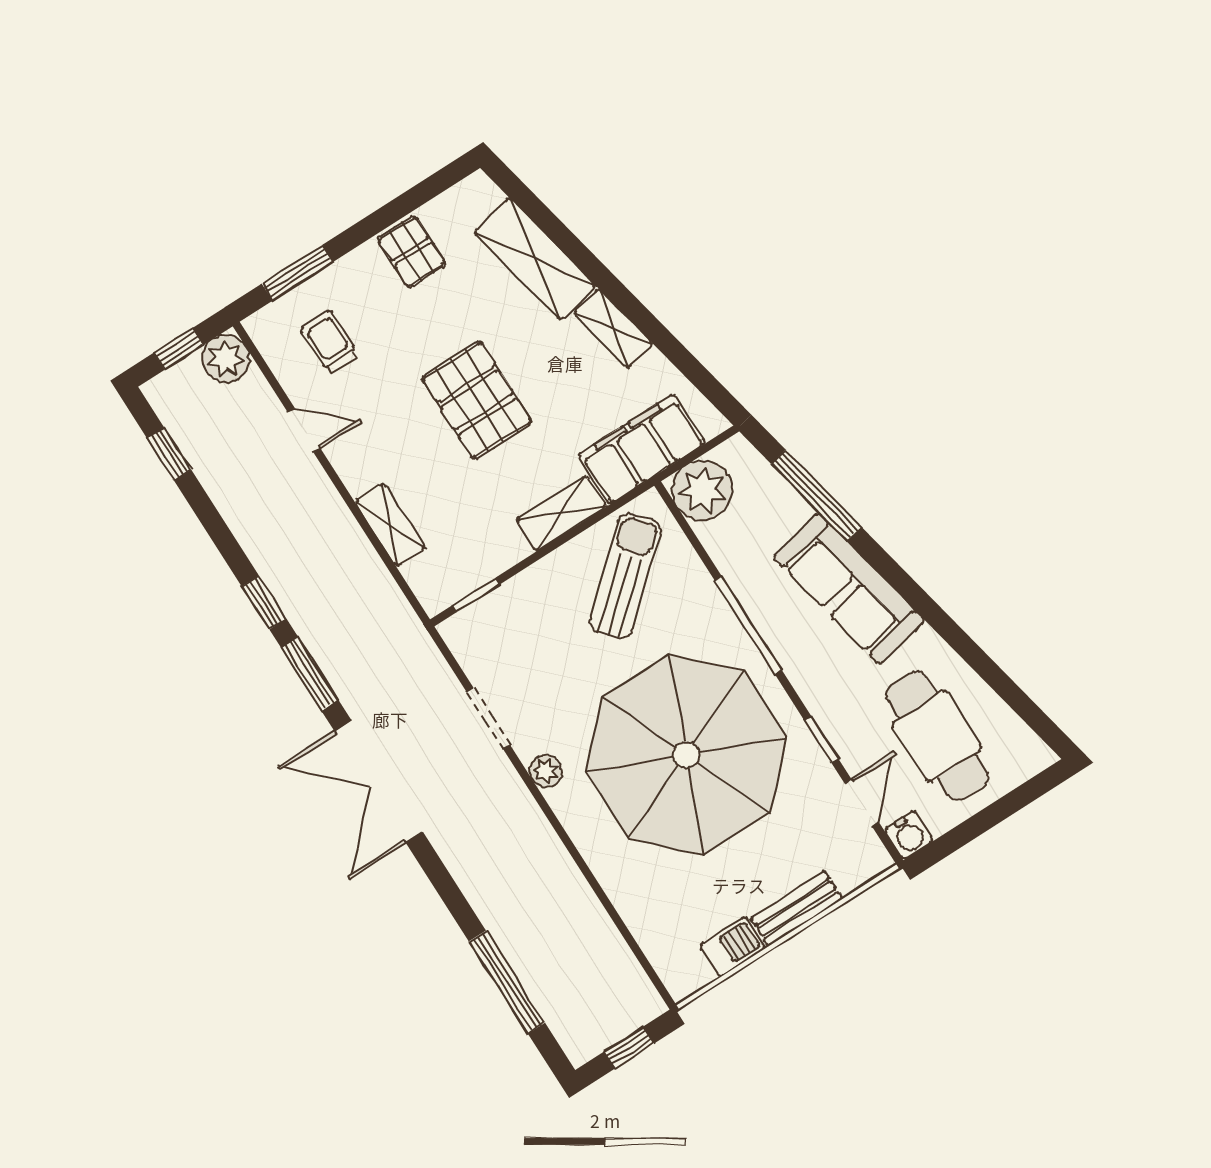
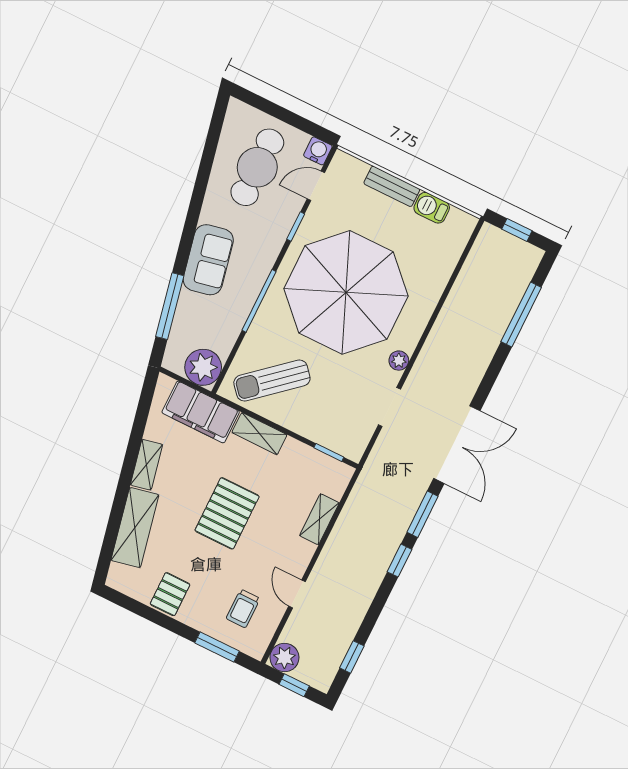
sofa: (849, 589) -> (208, 260), width x0.73

